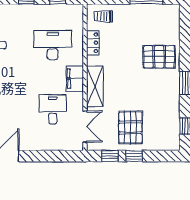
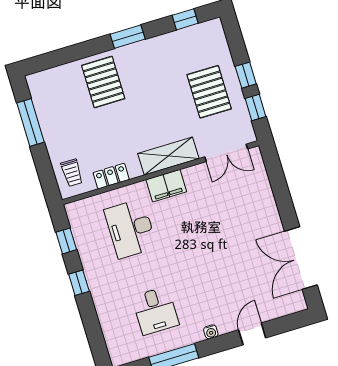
desk: (53, 109) -> (216, 203), removed
double door: (85, 127) -> (226, 153), swing flipped
pallet: (130, 128) -> (209, 92), turned 90

